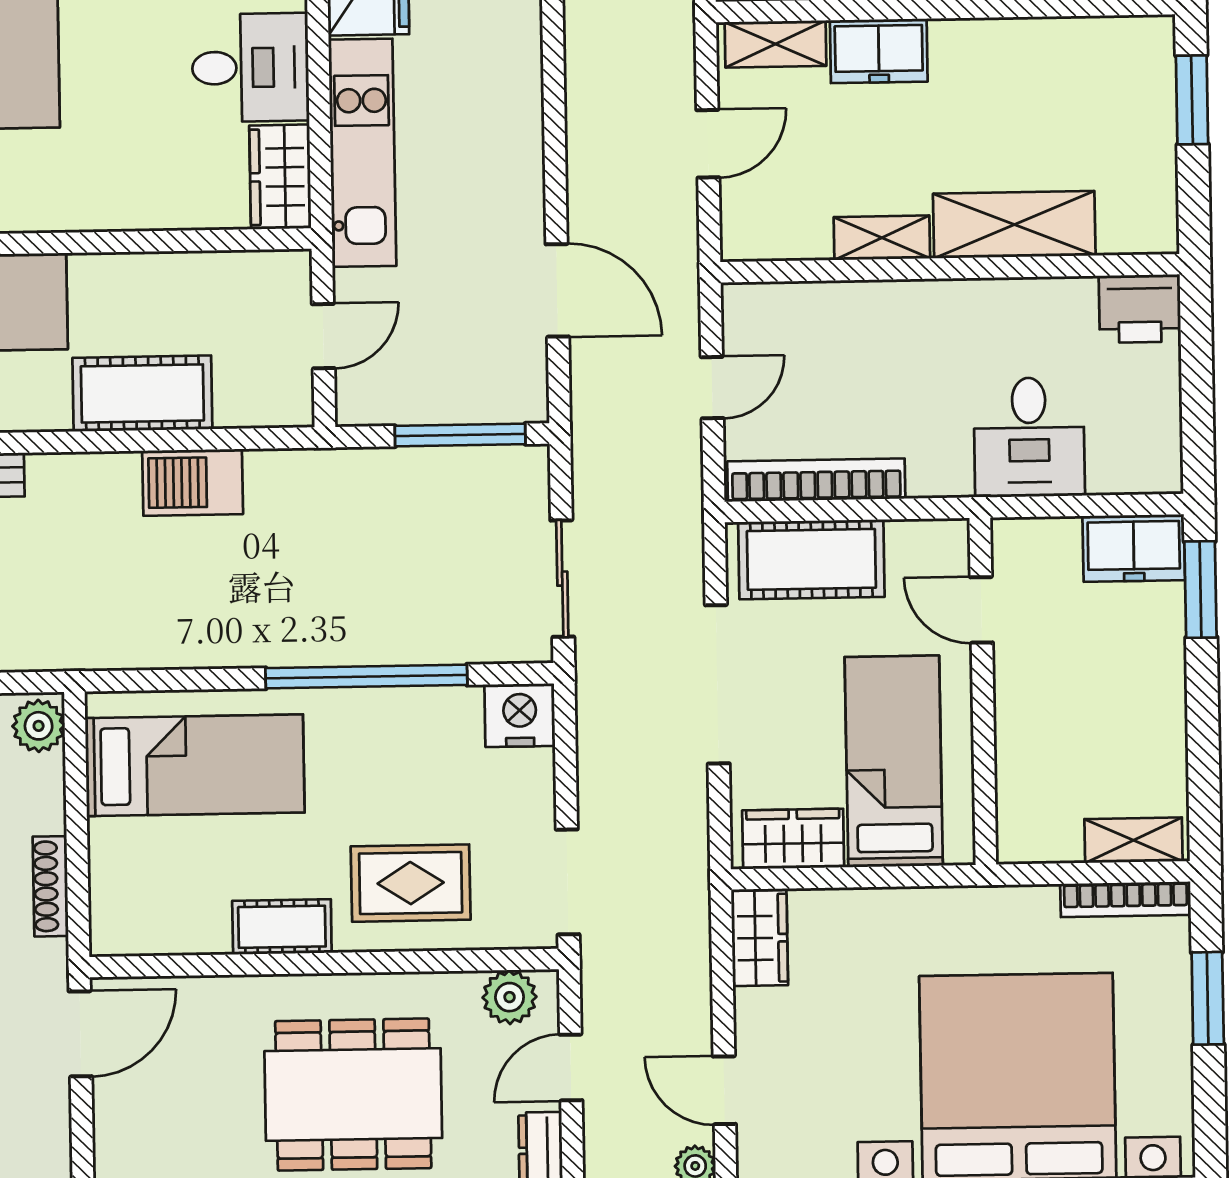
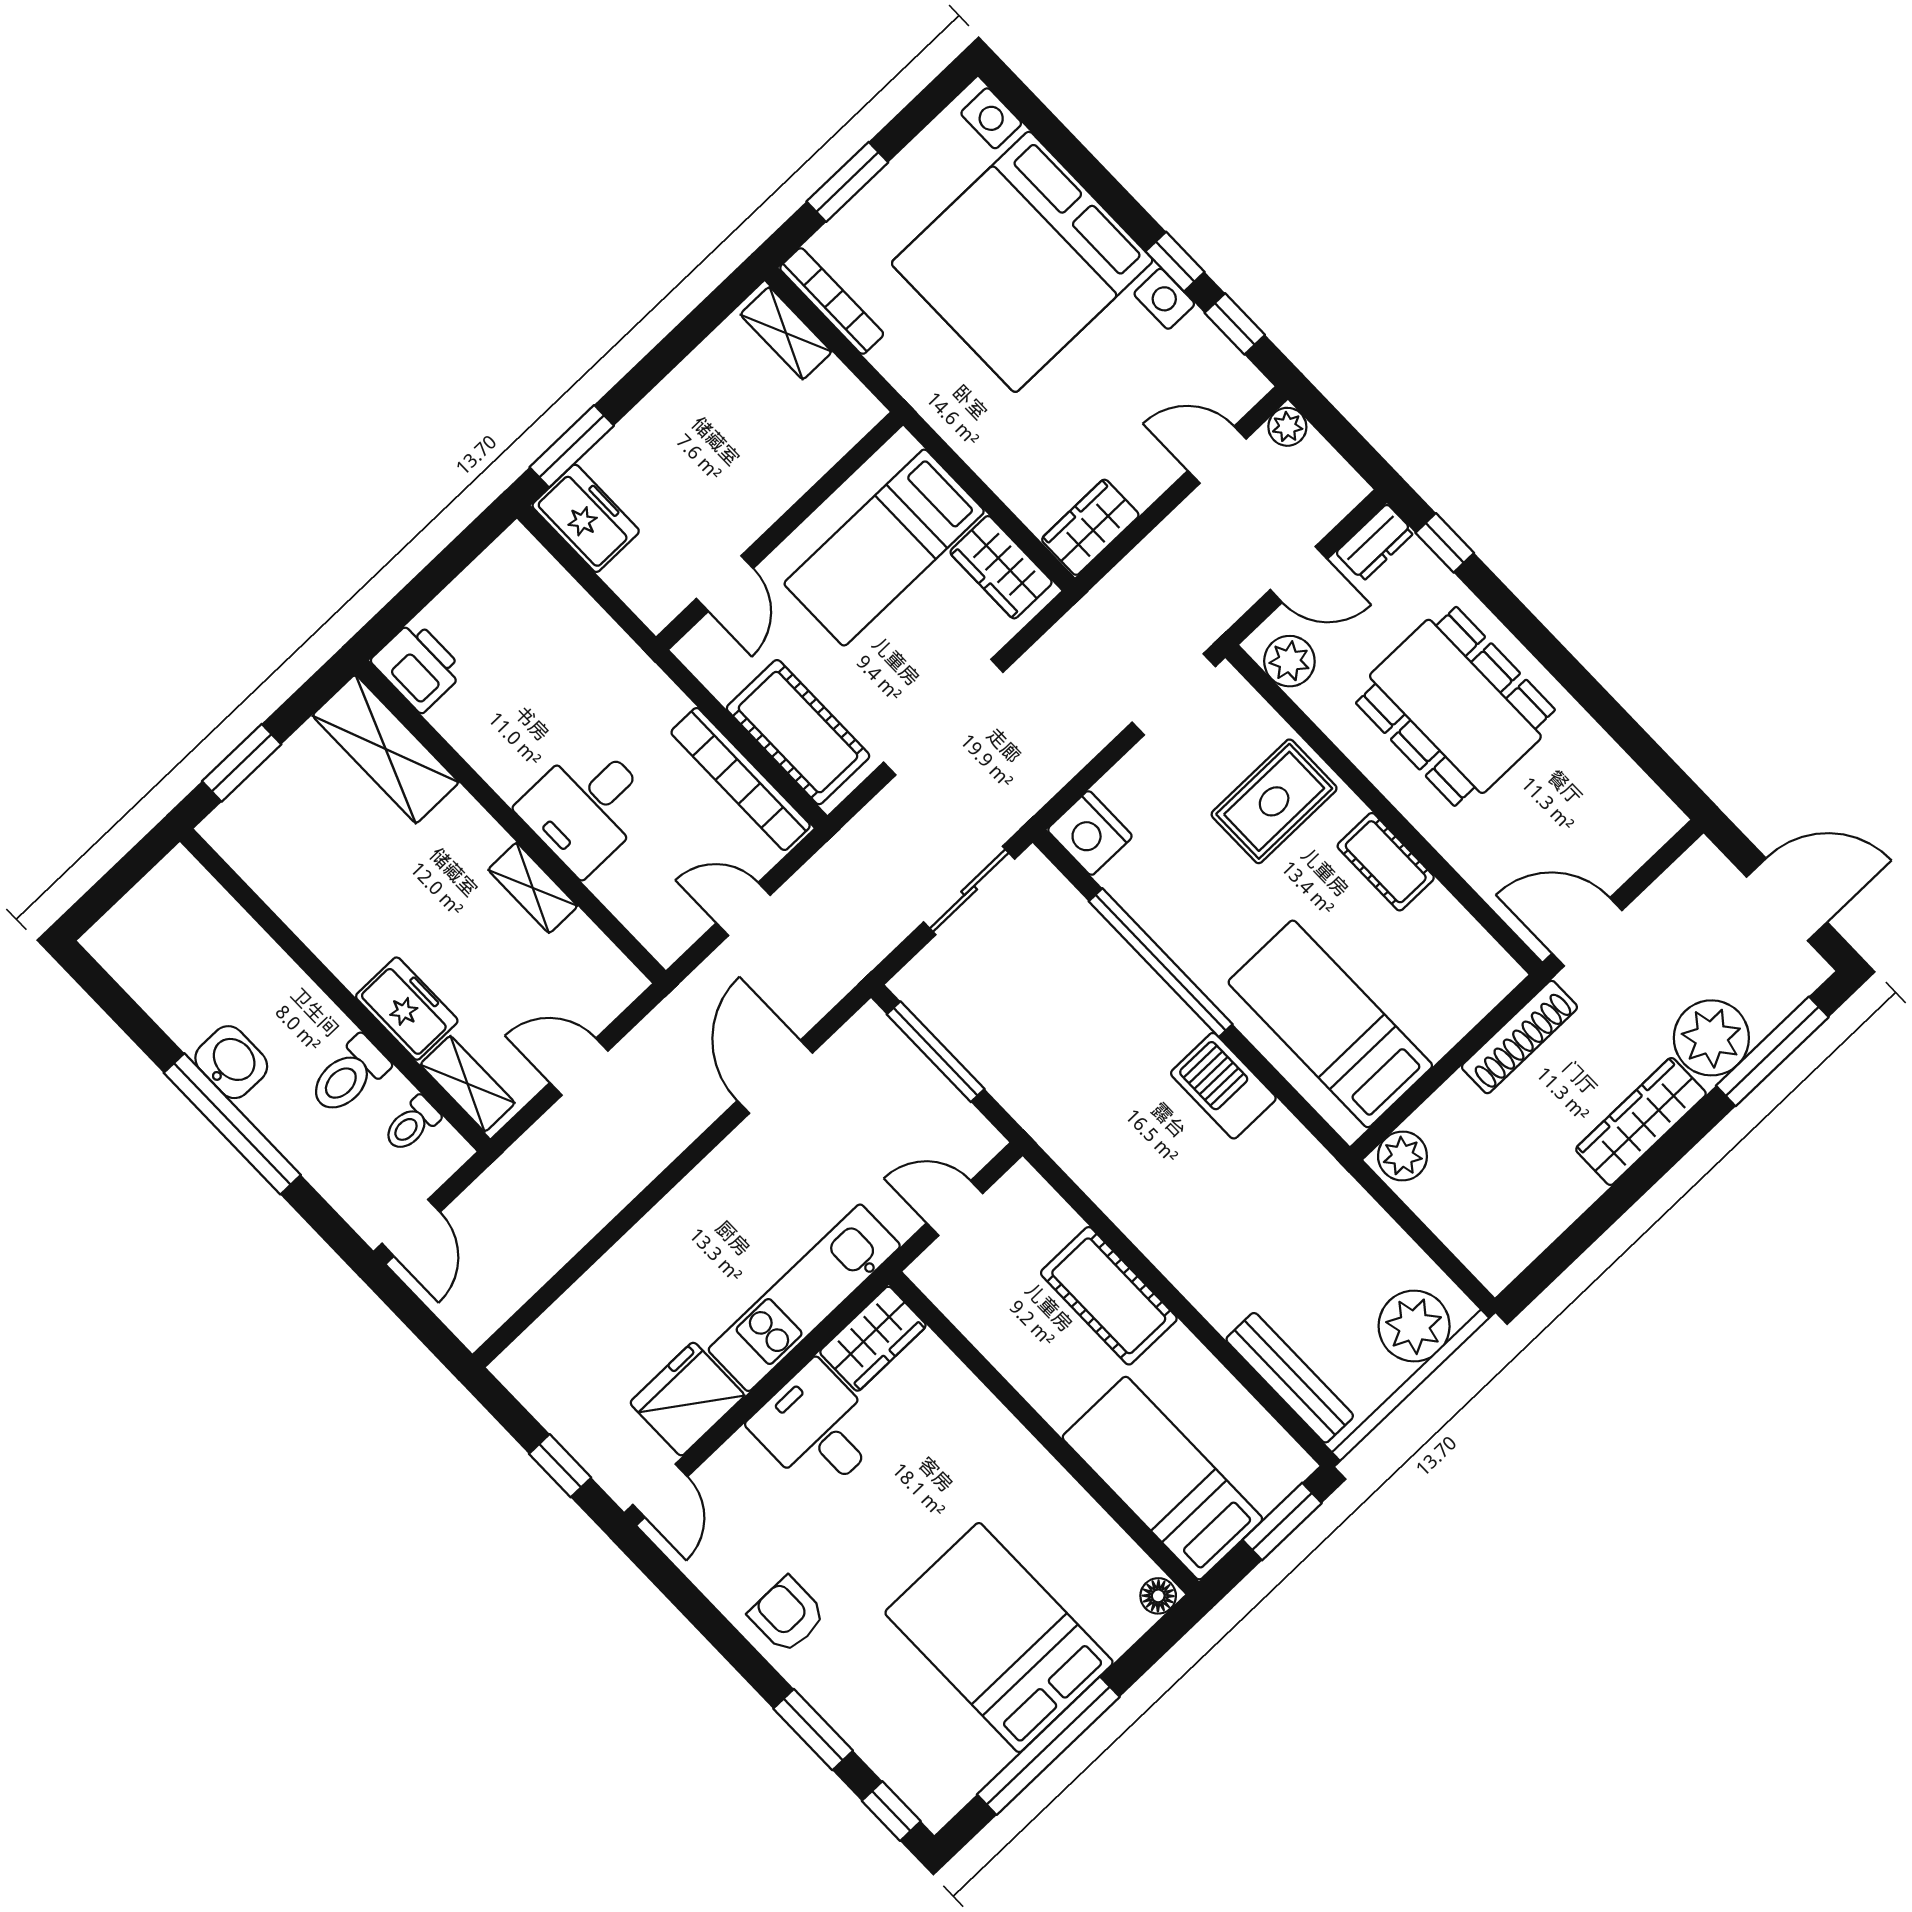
shelving: (1014, 225) -> (386, 749), moved
desk: (1029, 437) -> (586, 807), moved, turned 180
barbecue: (193, 482) -> (1223, 1086), moved, turned 180
rug: (411, 883) -> (1274, 801), turned 90
shoe rack: (51, 886) -> (1519, 1037), width x1.36, depth x1.24
door: (724, 1090) -> (1217, 455), swing flipped

